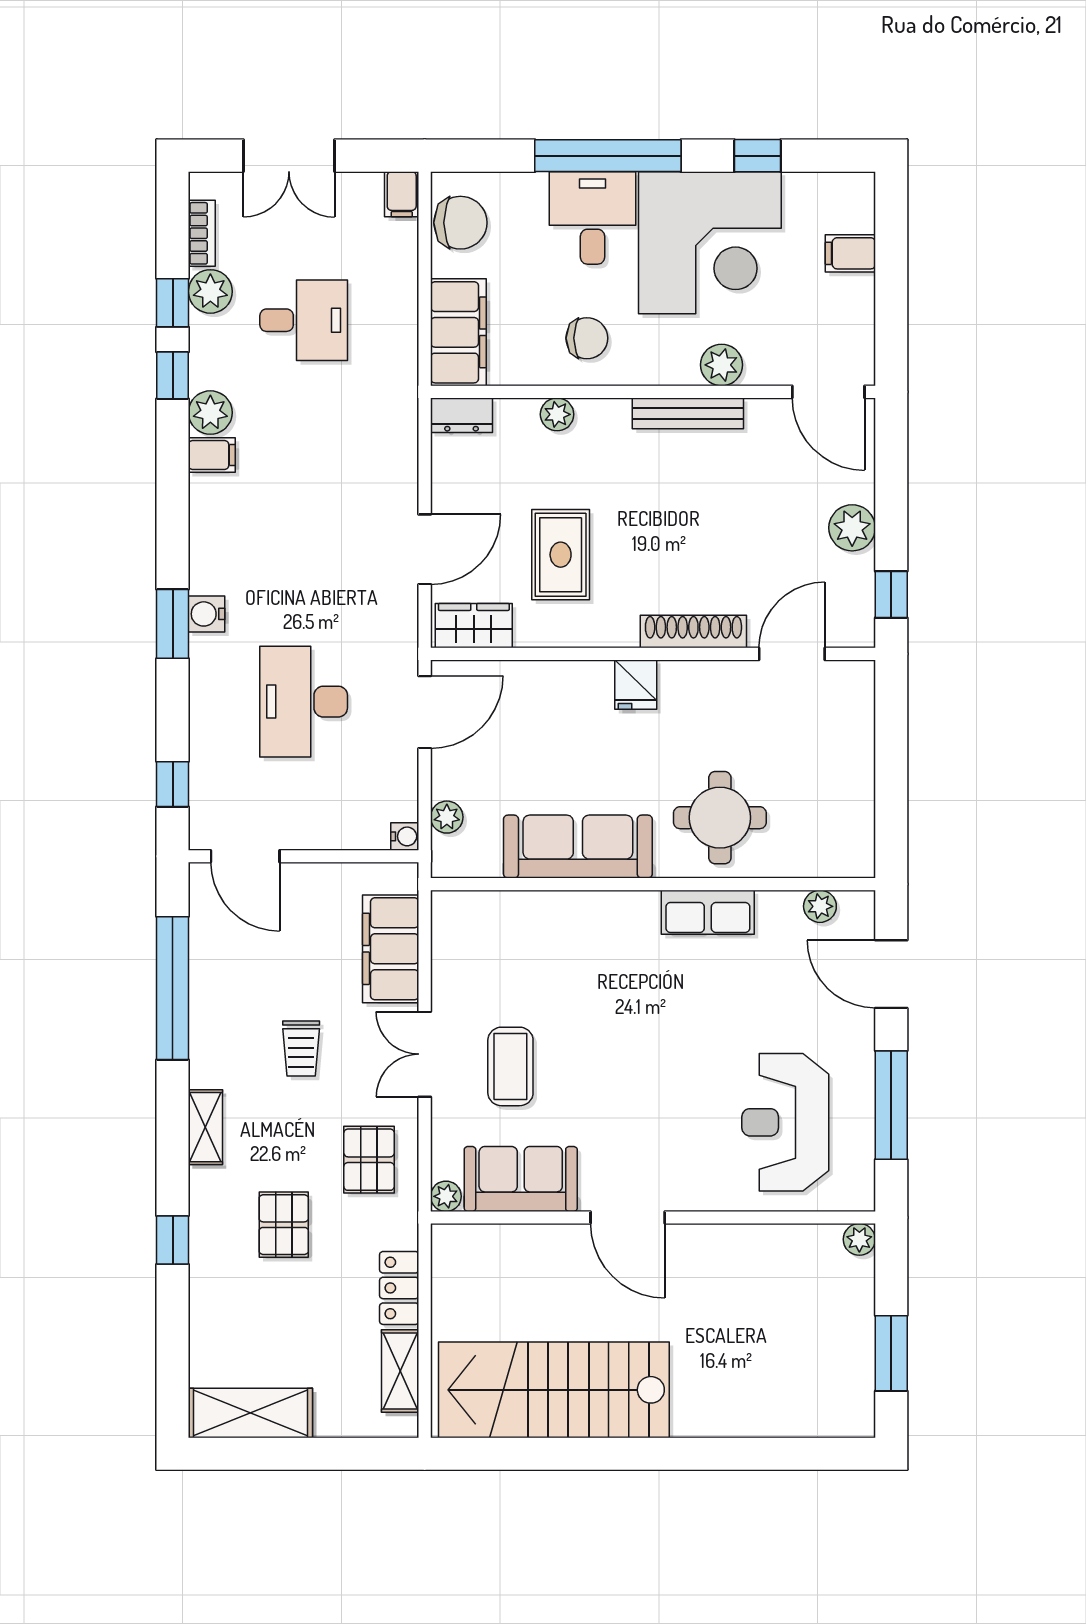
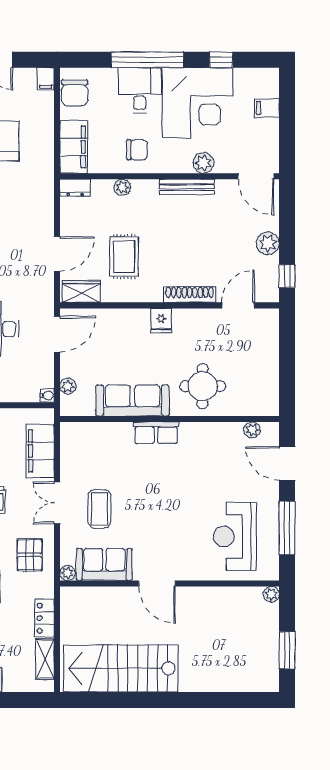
chair: (460, 223) -> (75, 93), turned 90
row of seats: (708, 912) -> (156, 433), moved

